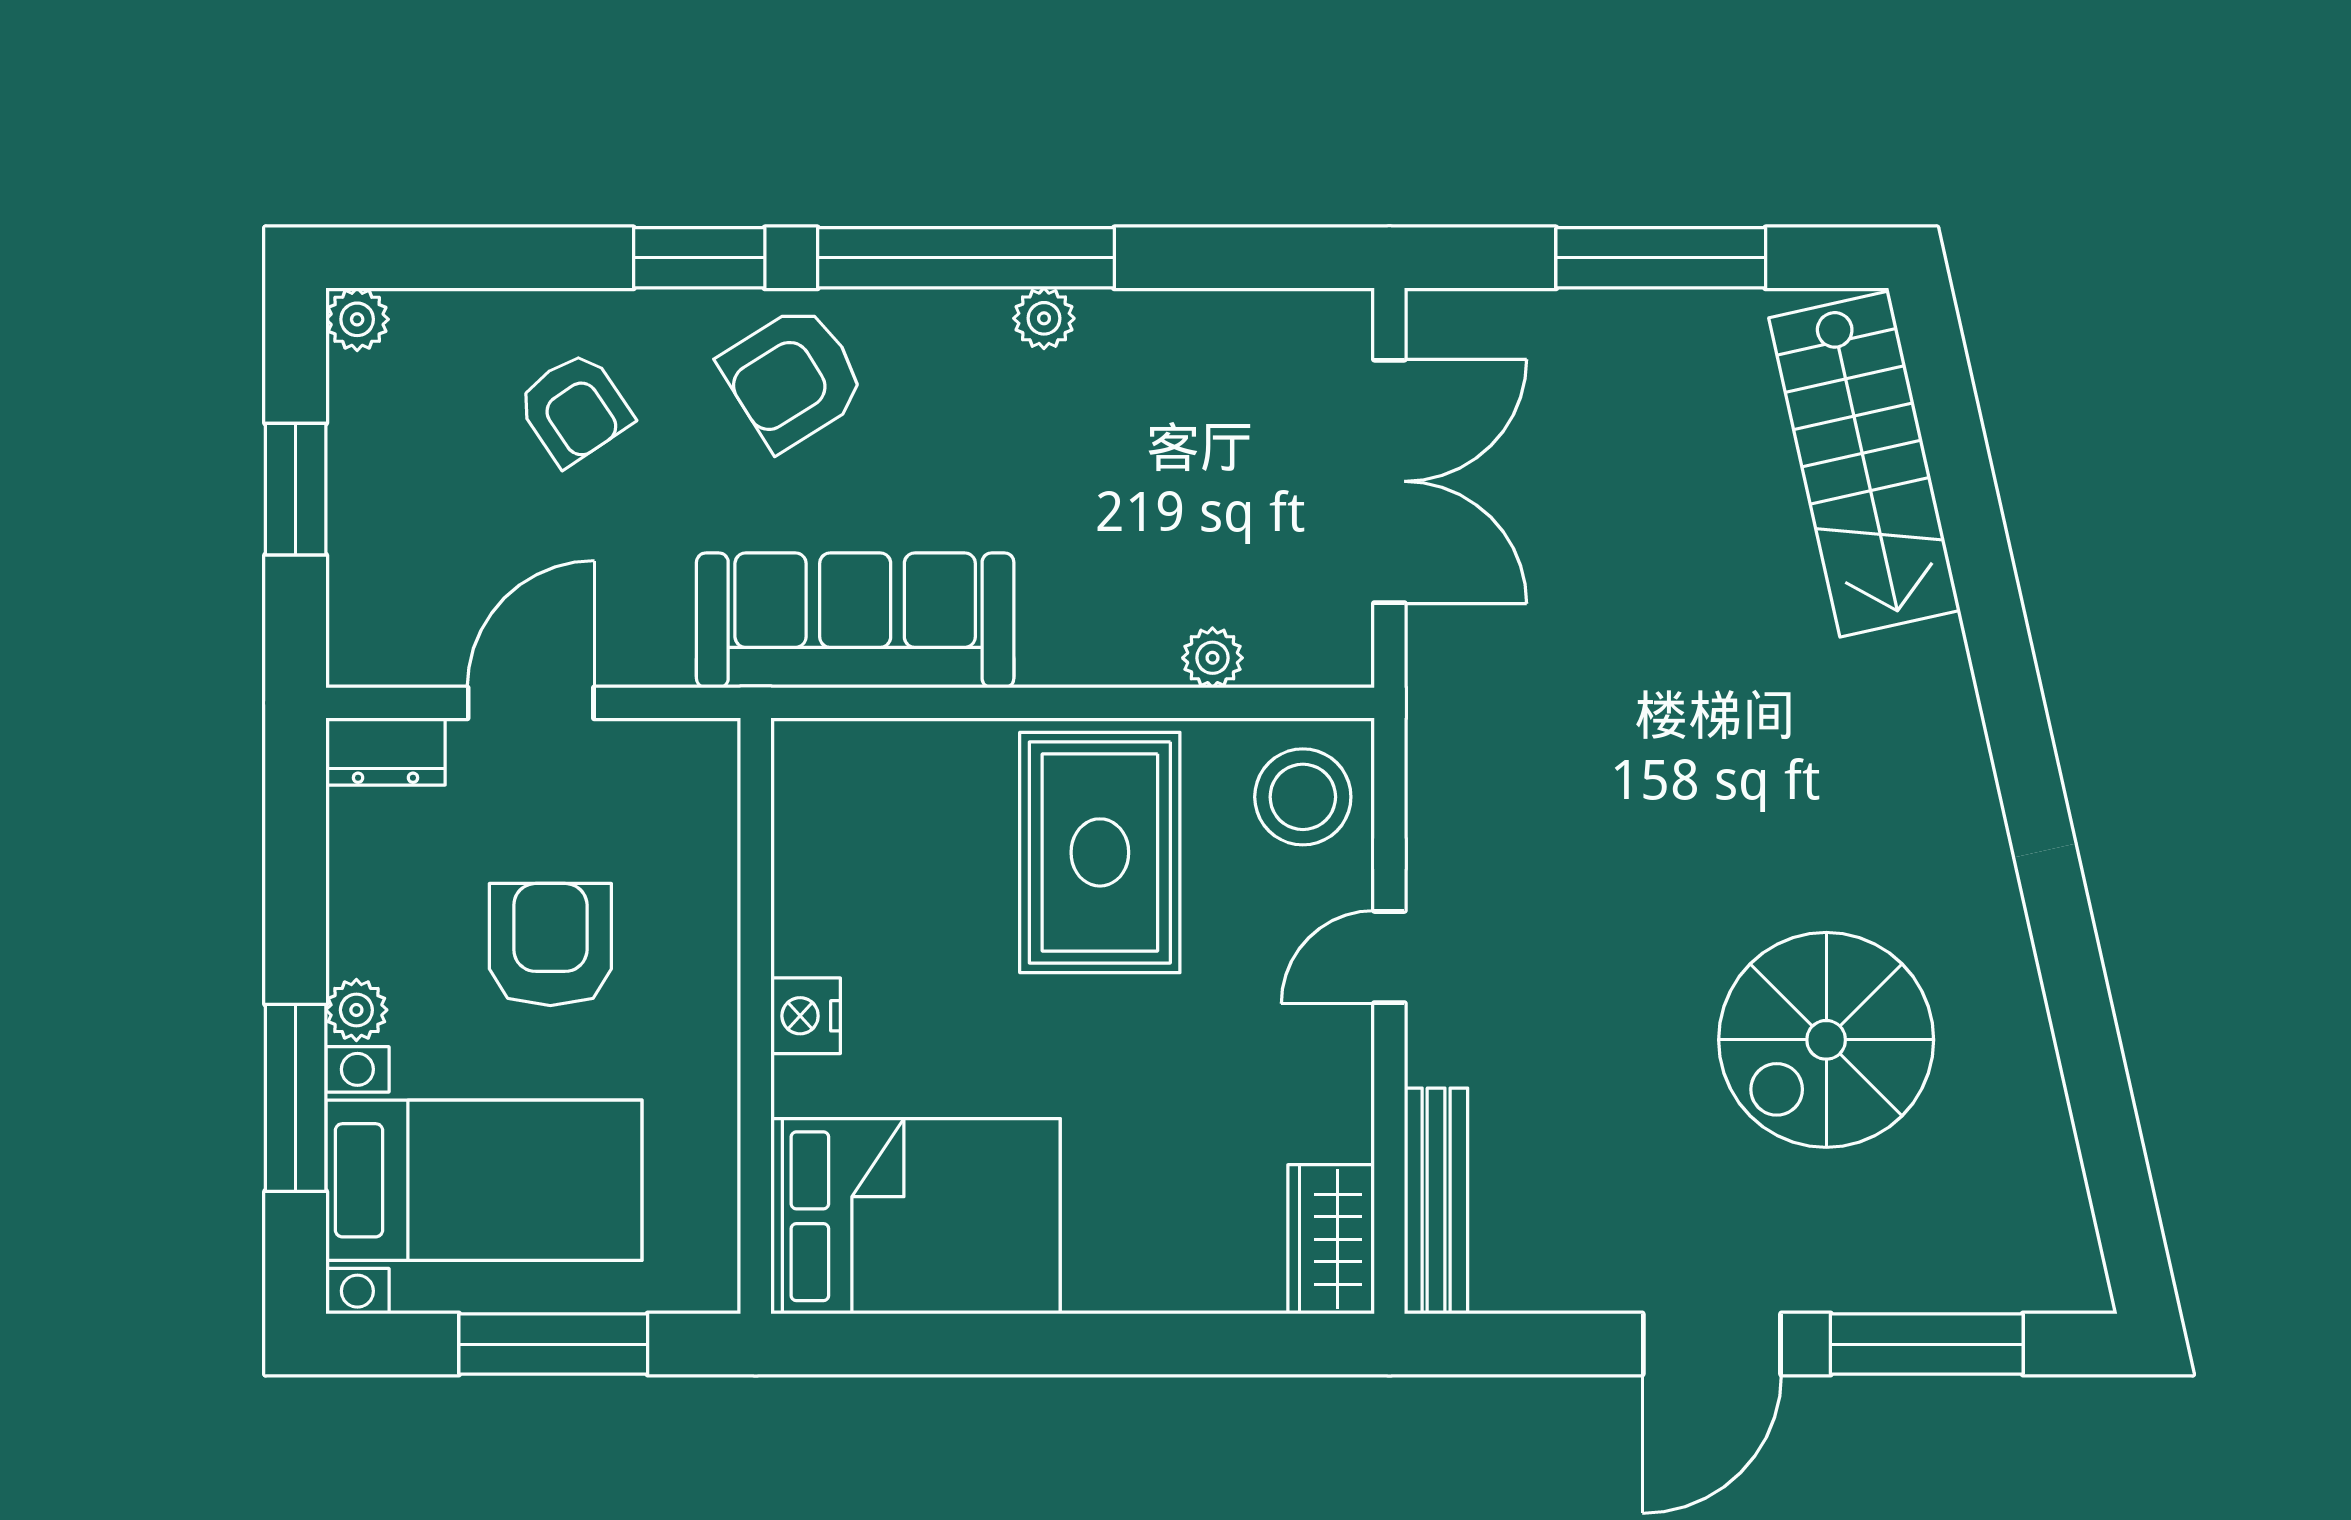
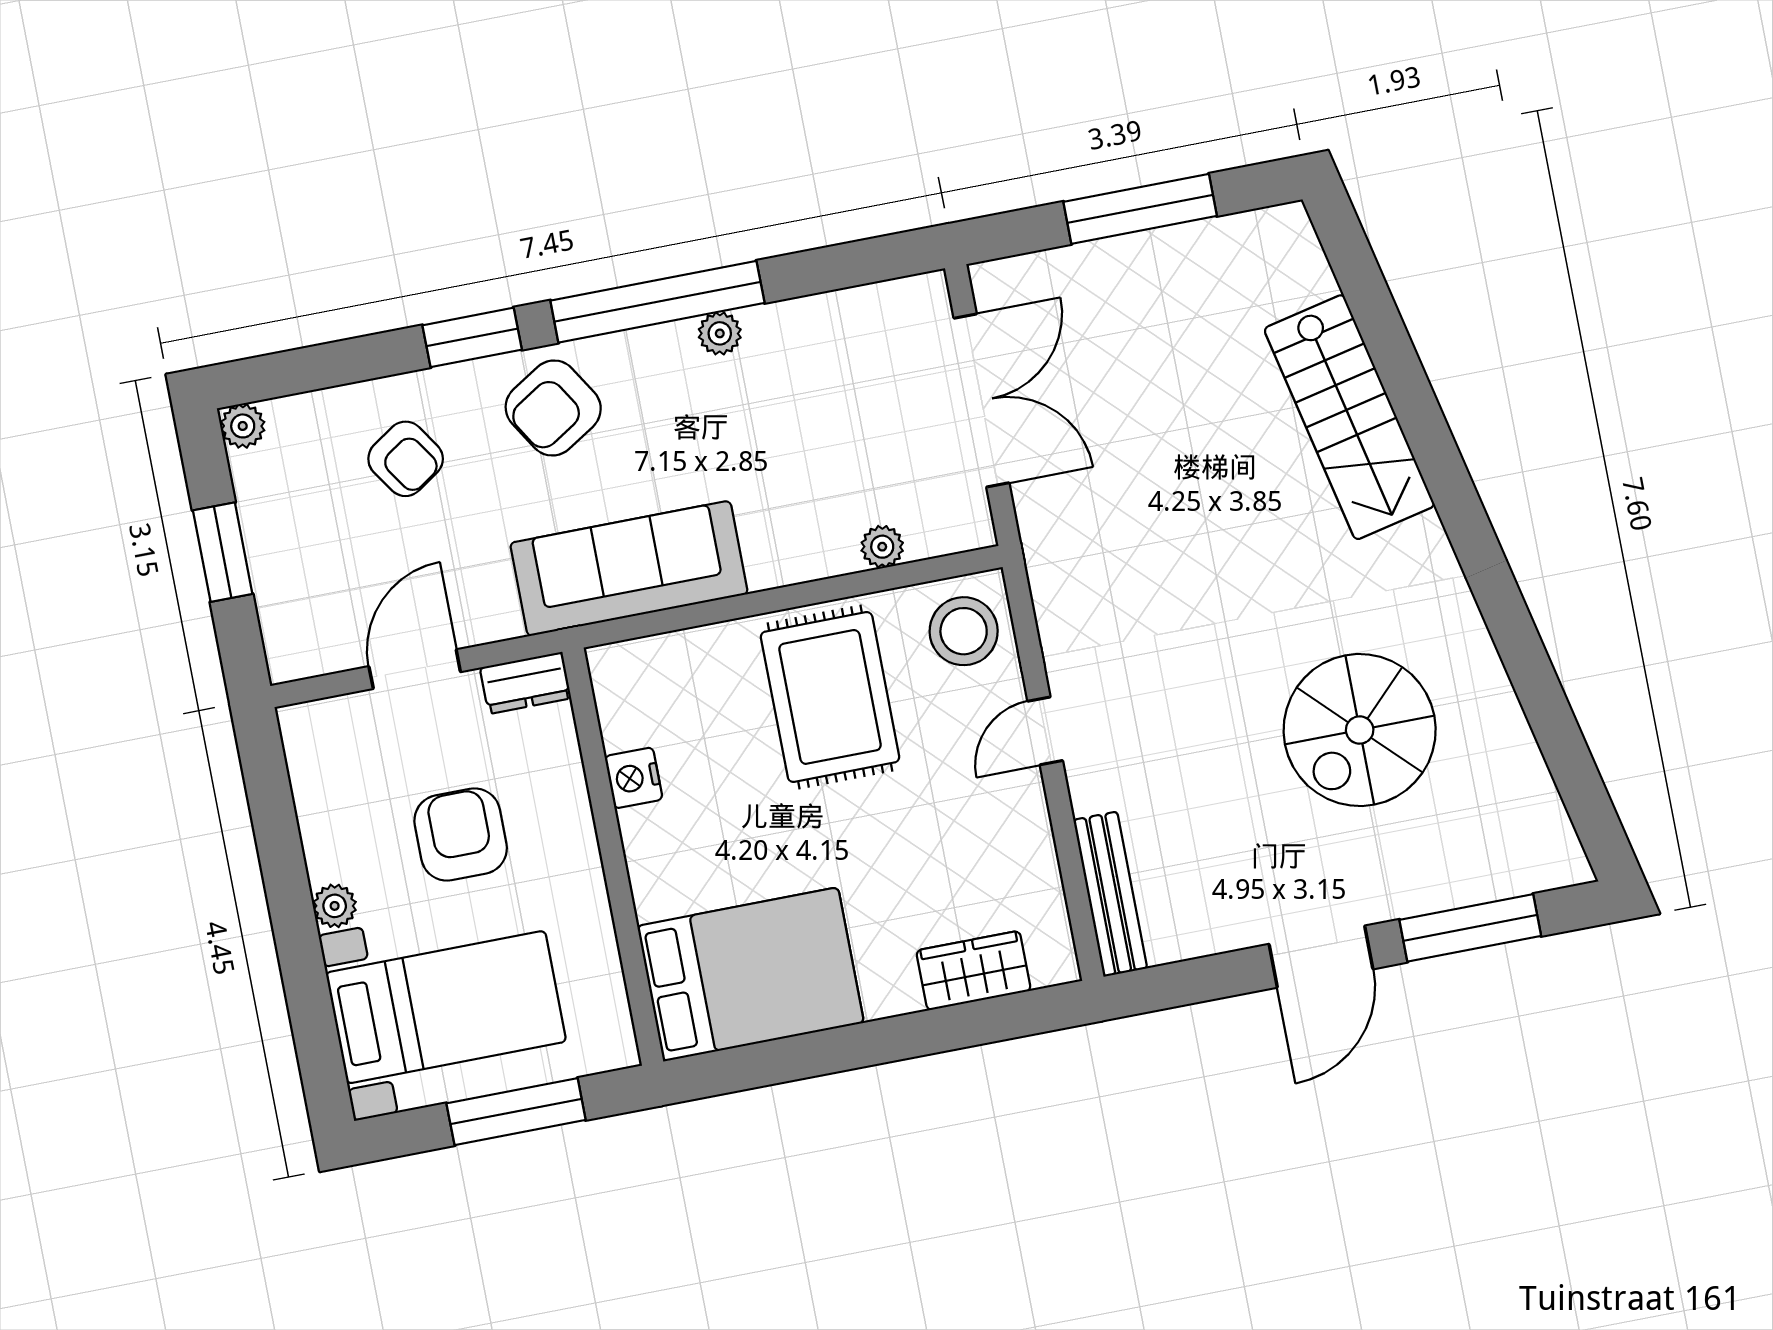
stairs: (1865, 464) -> (1349, 417), moved
dresser: (385, 752) -> (525, 683), moved
nightstand: (806, 1016) -> (634, 778), moved
window: (296, 1098) -> (304, 975), removed
wardrobe: (1331, 1239) -> (974, 971), moved, turned 90

